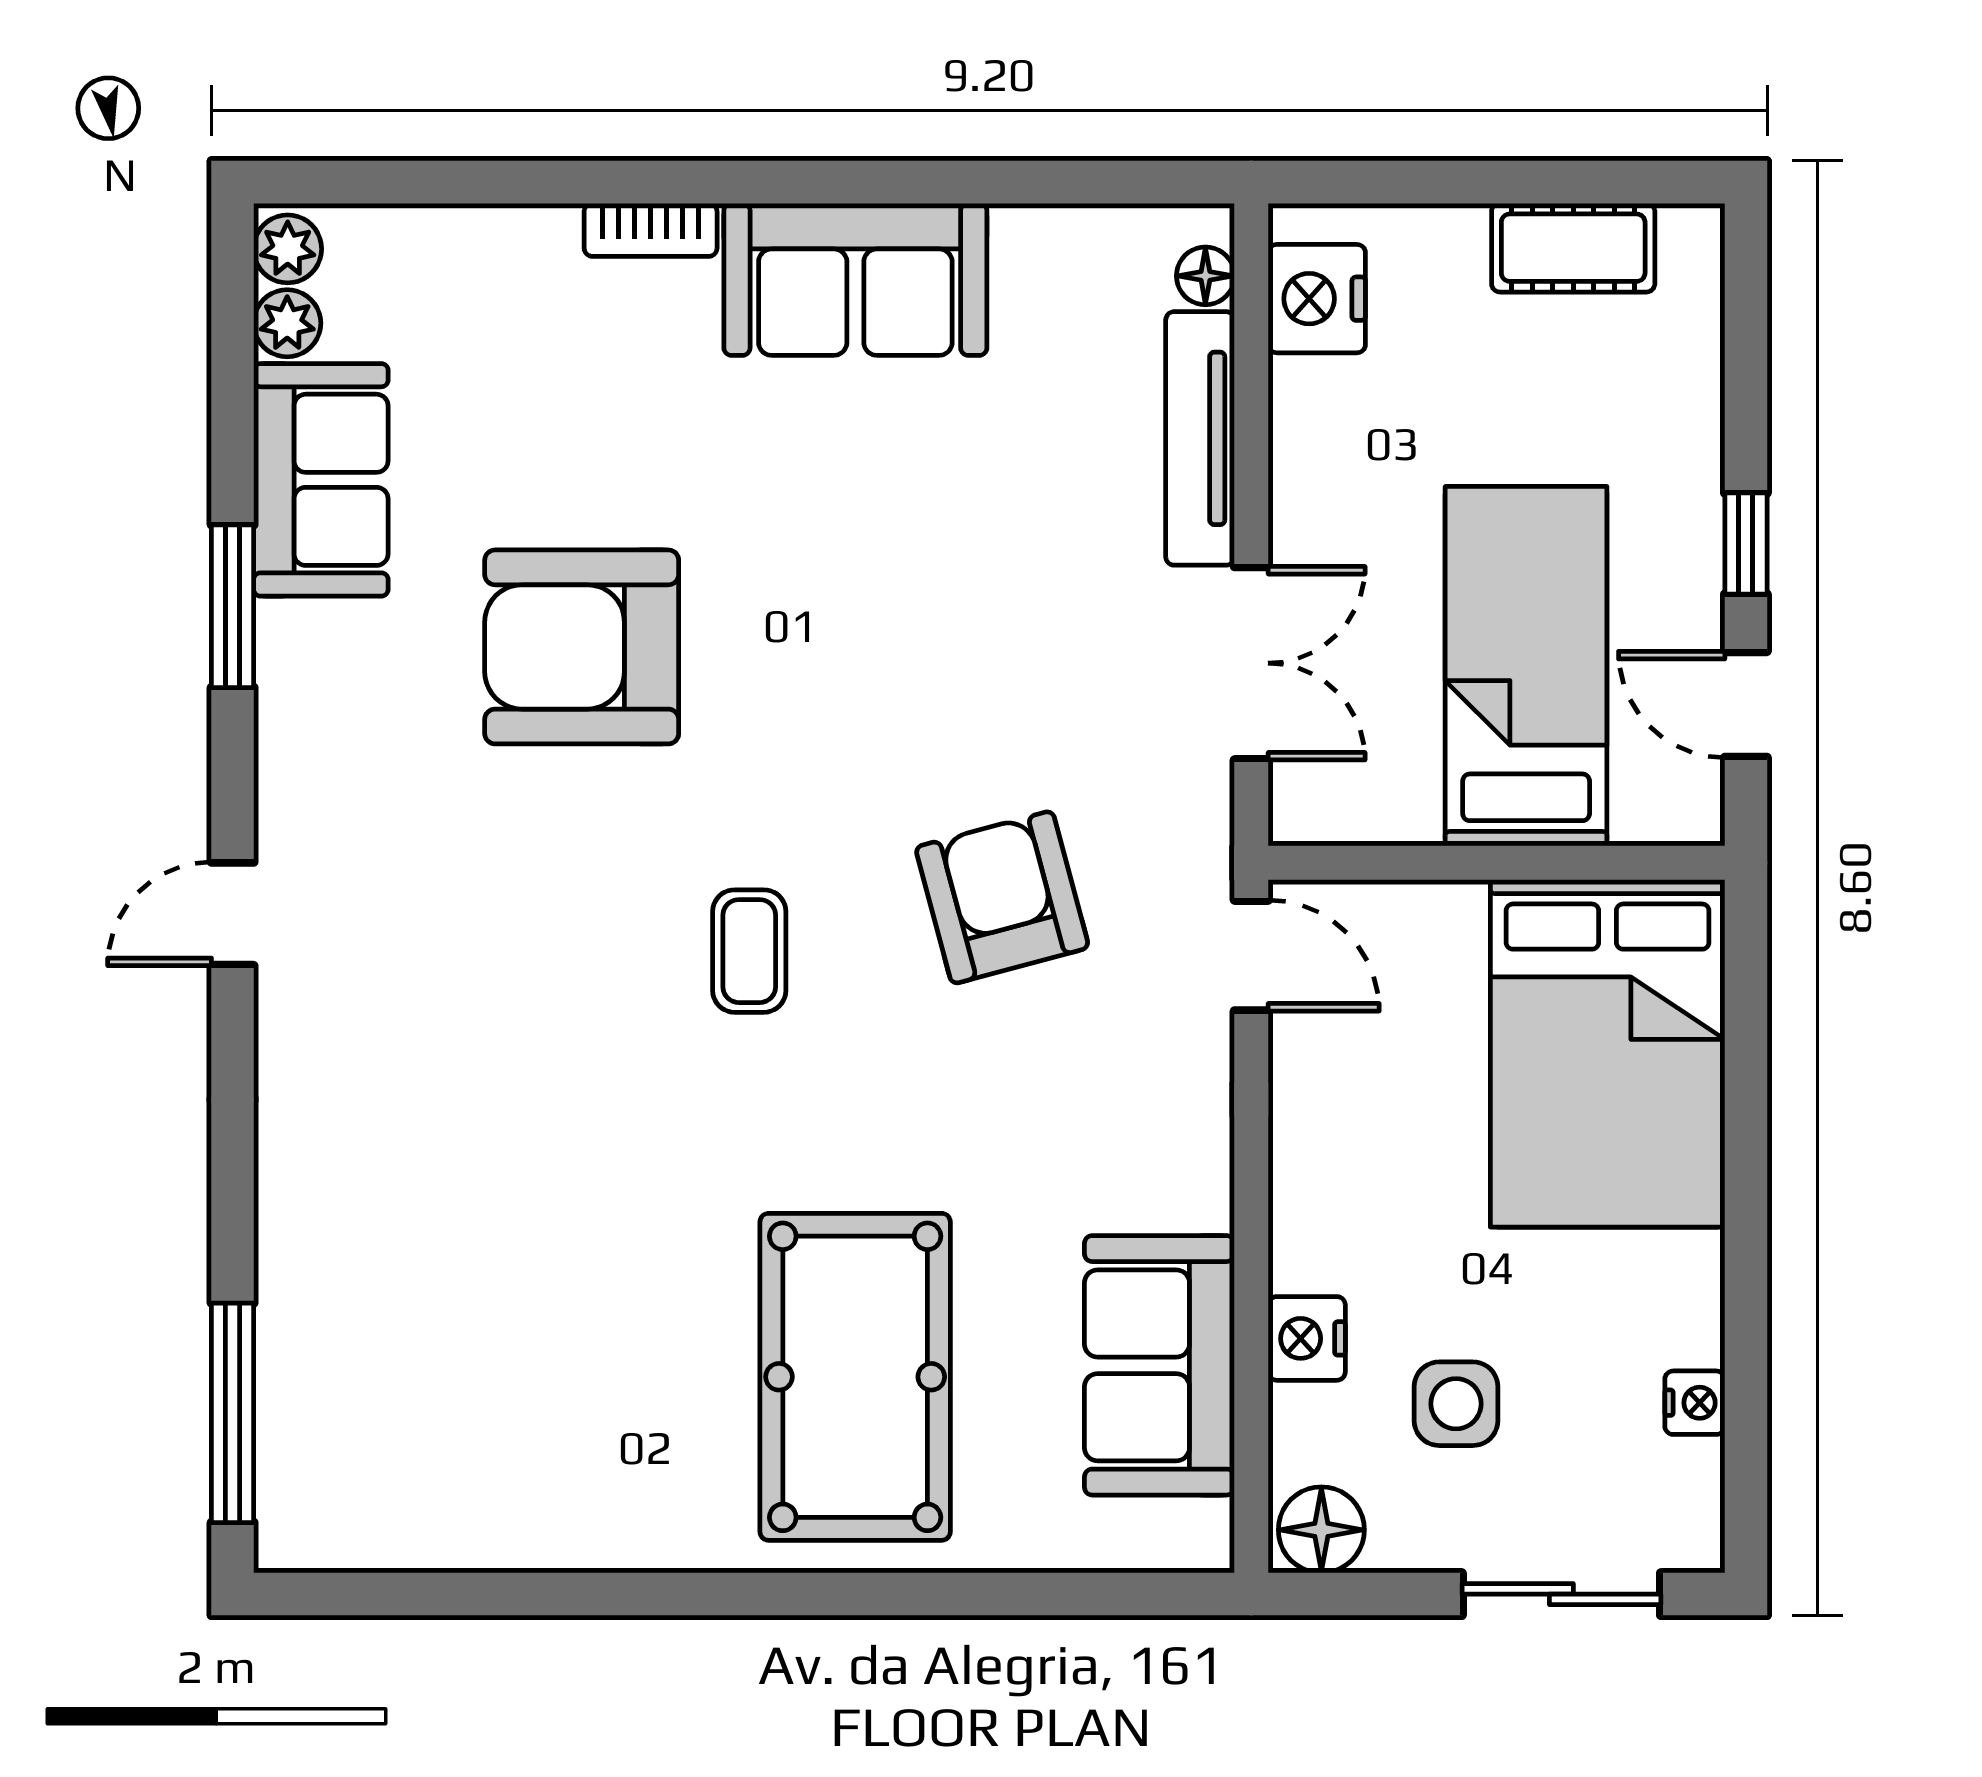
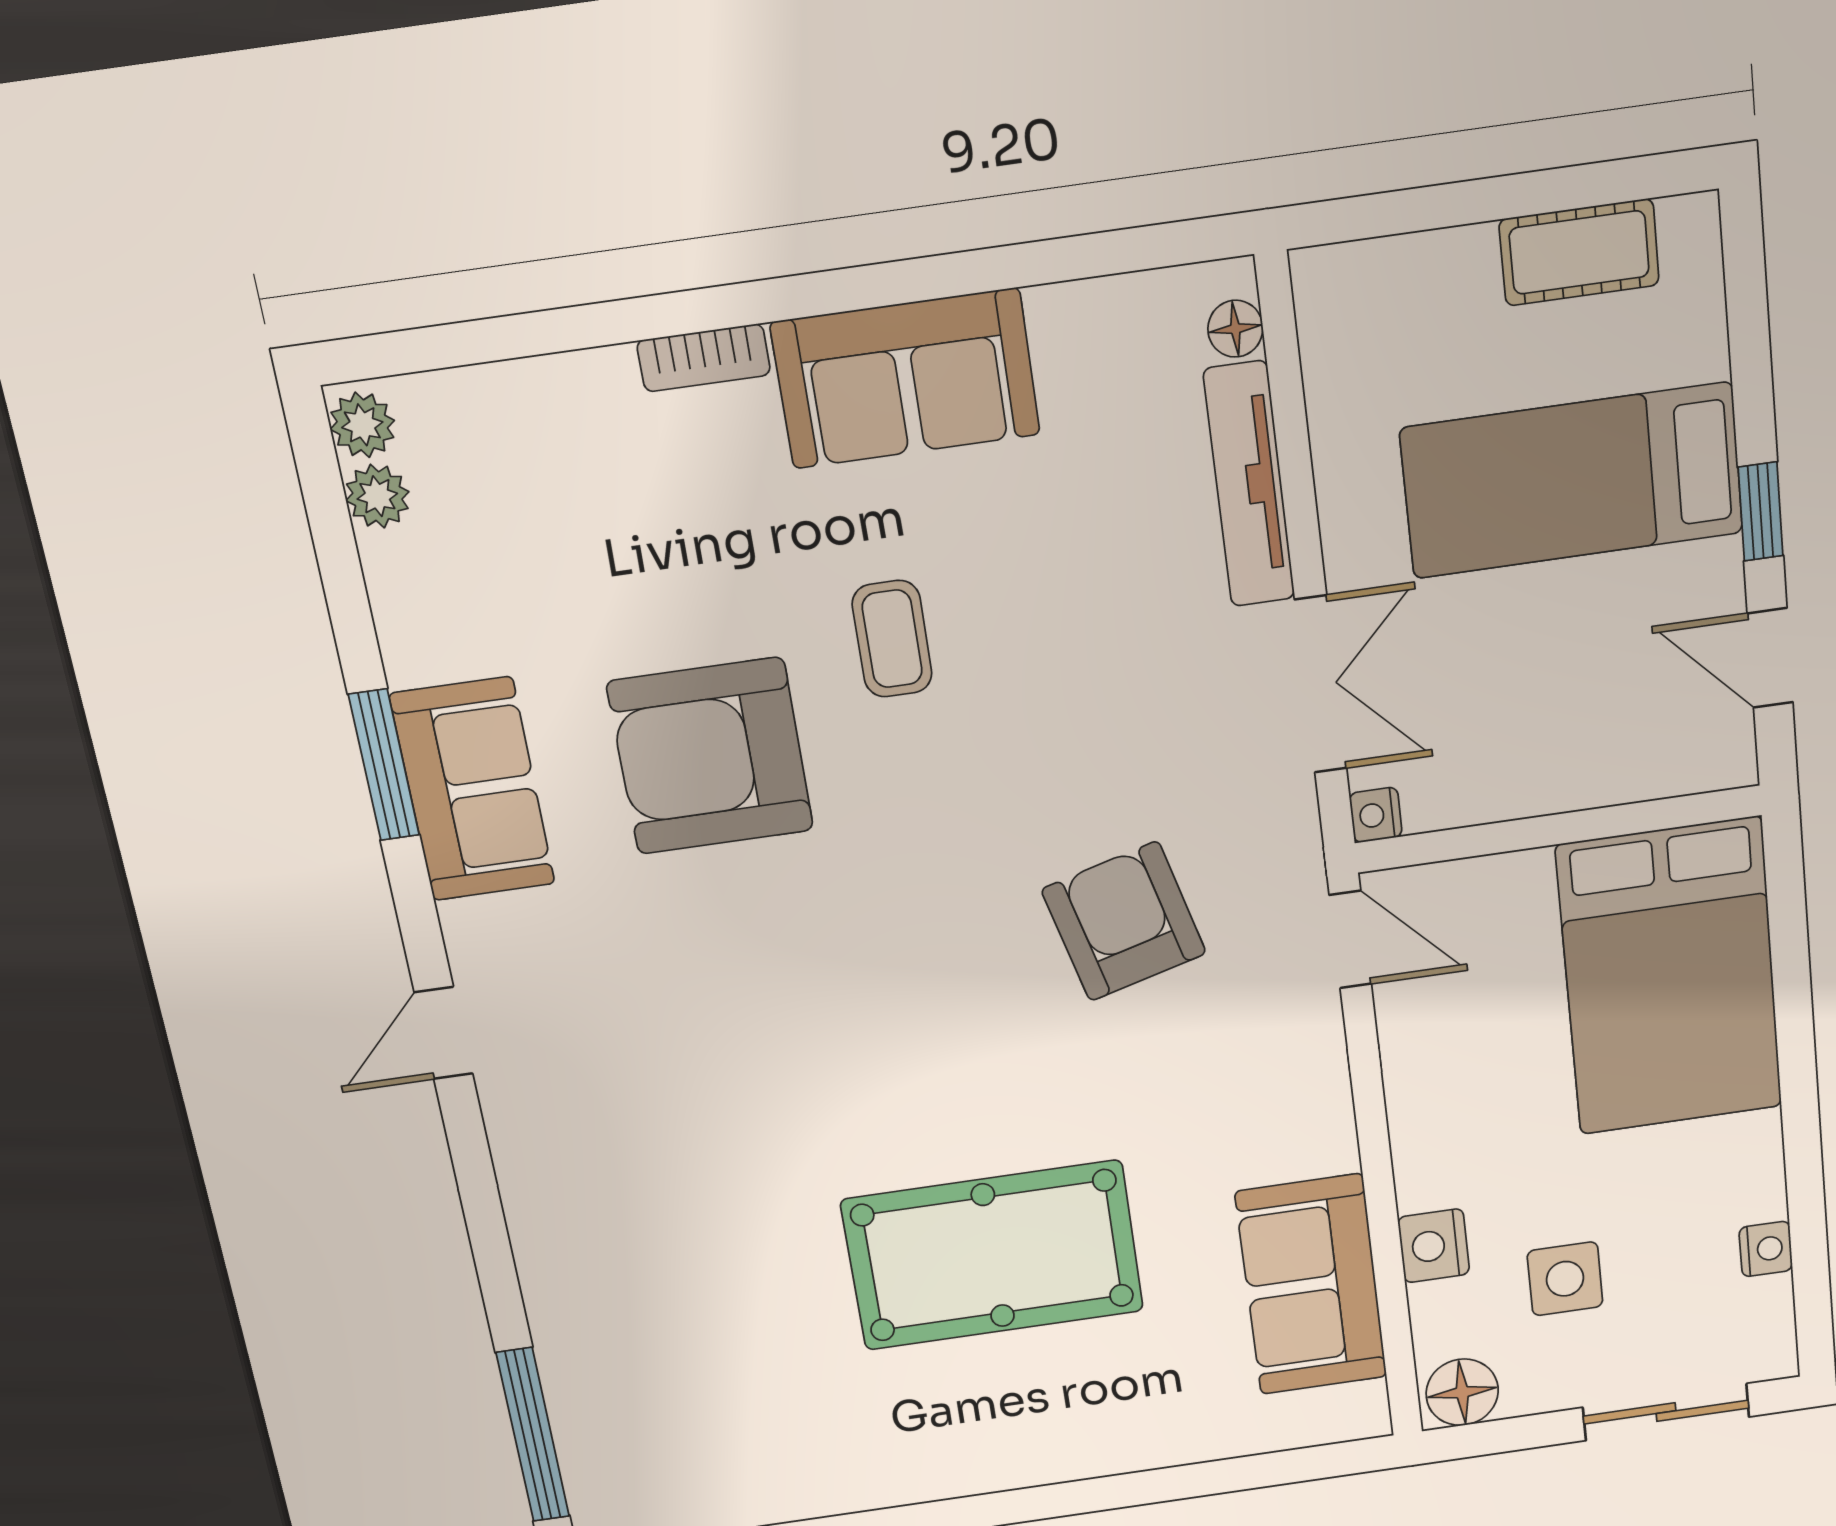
nightstand: (1317, 299) -> (1376, 815), moved, width x0.53, depth x0.56
sofa: (321, 480) -> (473, 789), moved
bed: (1526, 666) -> (1572, 481), moved, turned -90
coffee table: (749, 951) -> (892, 639), moved
pool table: (855, 1377) -> (993, 1255), moved, turned 90

